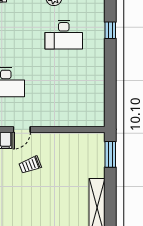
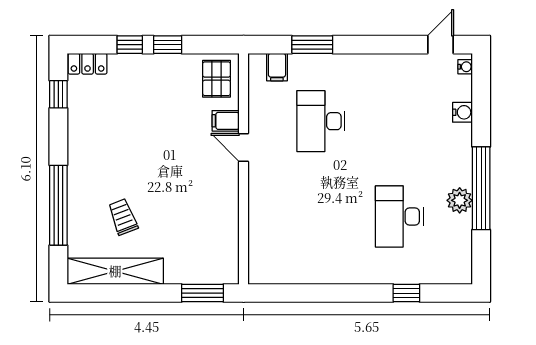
trolley: (30, 165) -> (123, 217), moved

